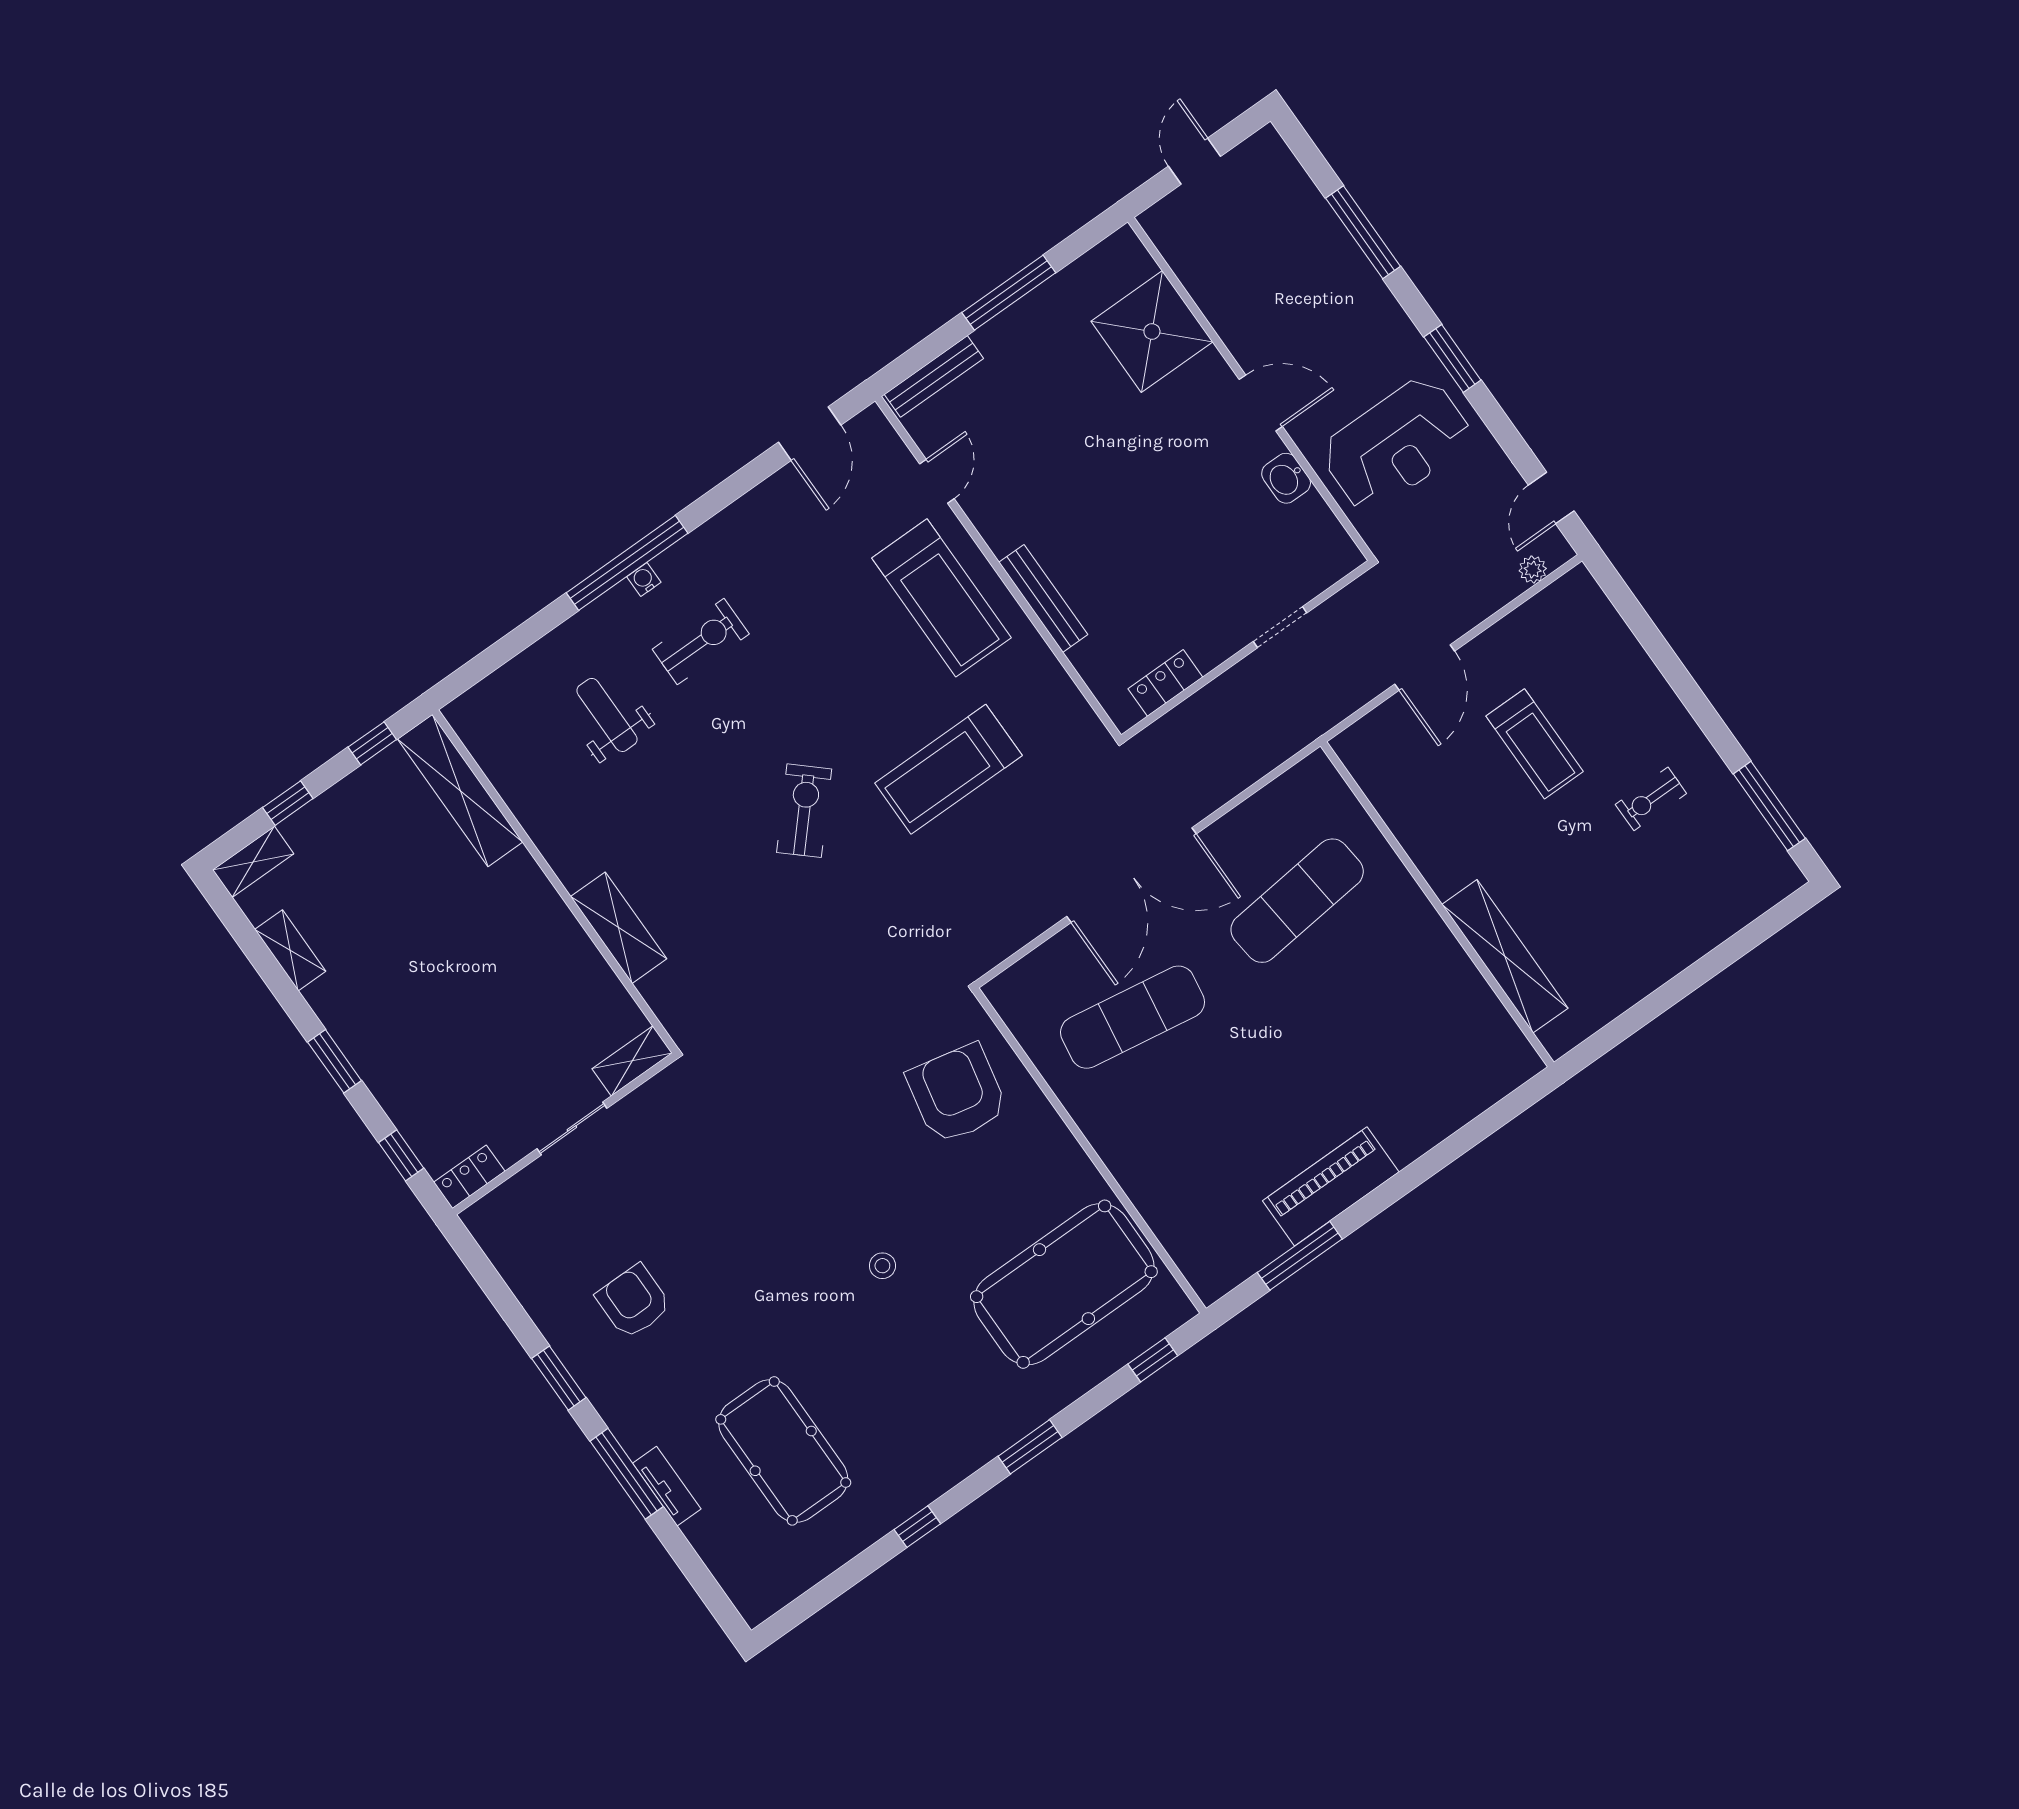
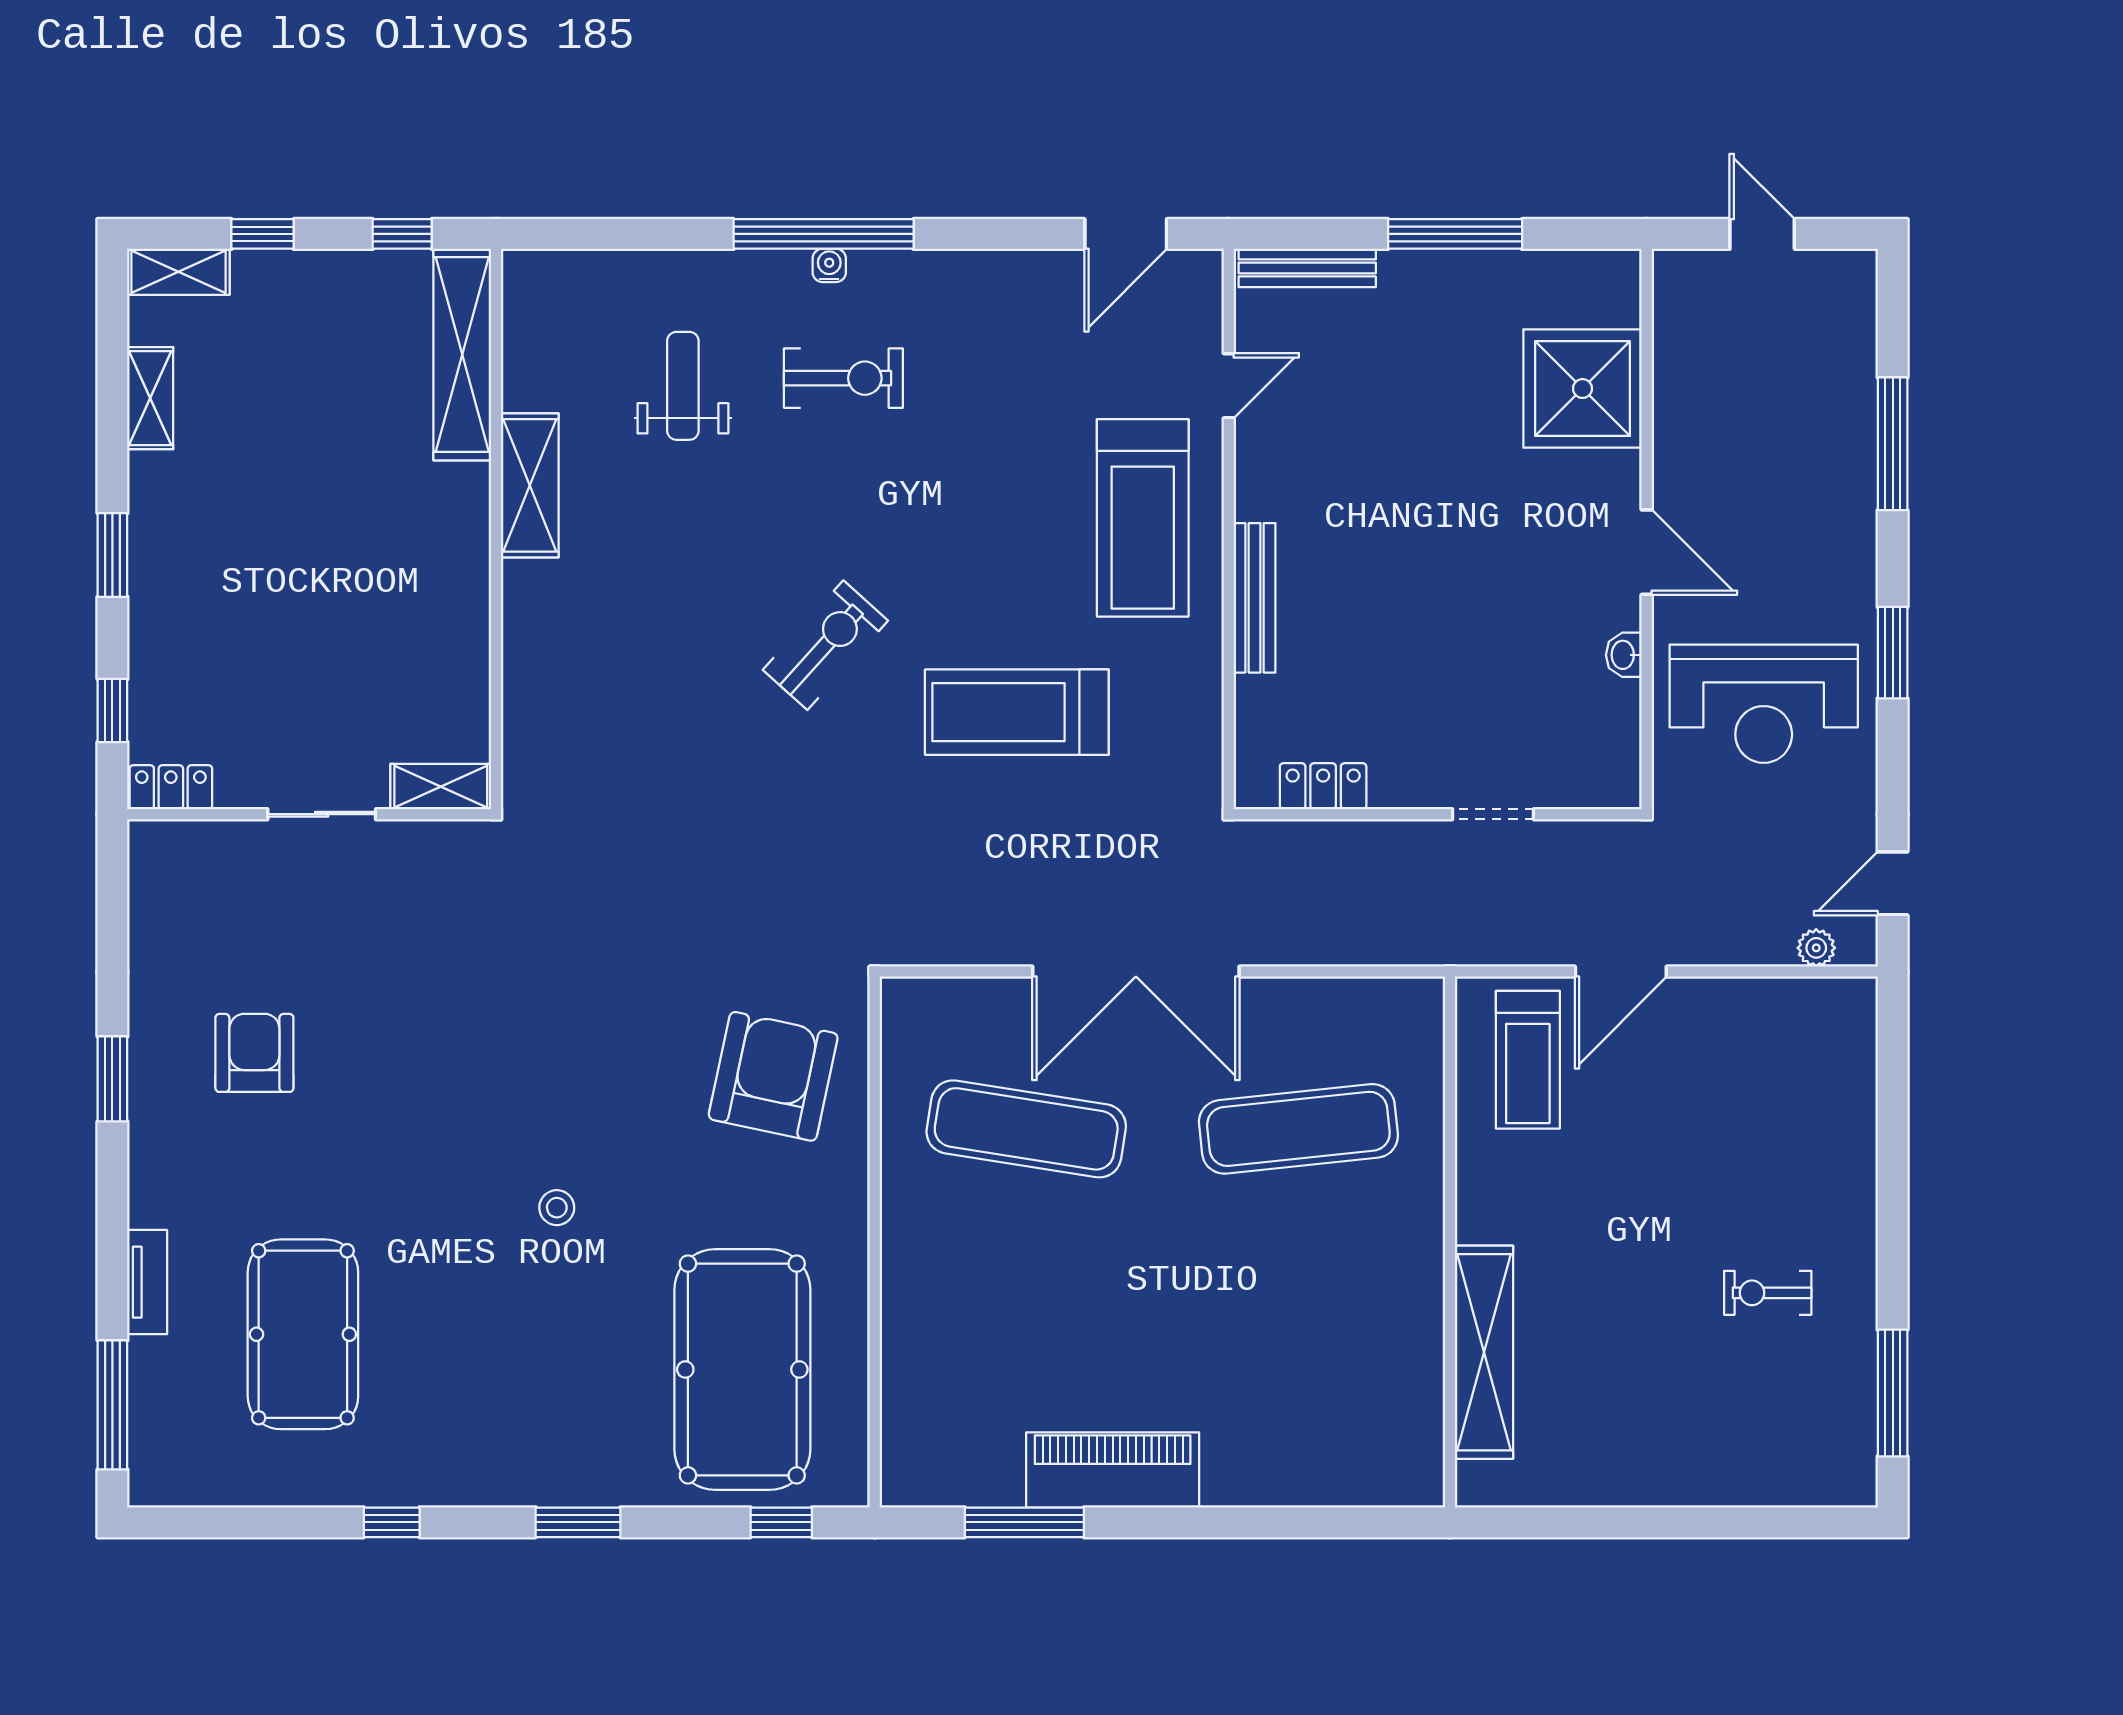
door: (1194, 161) -> (1762, 234), hinge flipped
washbasin: (1286, 478) -> (1624, 655), width x0.72, depth x0.69
treadmill: (1535, 744) -> (1528, 1060), moved
shelving: (619, 928) -> (530, 485), moved
pool table: (1064, 1284) -> (742, 1369), turned 90
window: (627, 1474) -> (112, 1405), moved

